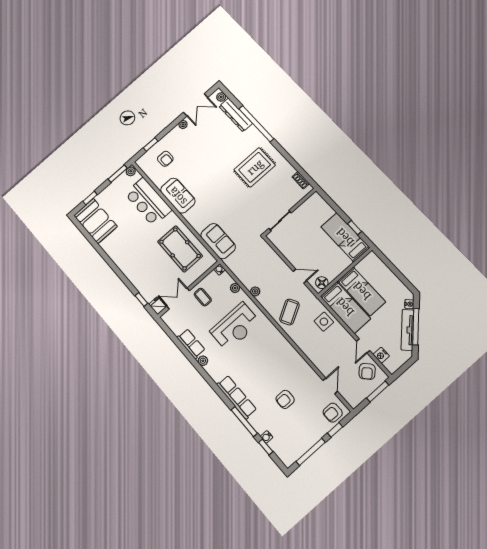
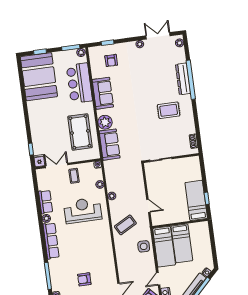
double door: (196, 105) -> (158, 36), swing flipped
dresser: (236, 115) -> (183, 79), moved
rug: (255, 167) -> (169, 110), width x0.73, depth x0.70
booth: (96, 221) -> (39, 77), width x1.36, depth x1.42
plant: (199, 222) -> (105, 122), added
floor lamp: (322, 283) -> (160, 220), removed
reception desk: (235, 327) -> (83, 210), turned 180
row of seats: (237, 397) -> (51, 241), moved

